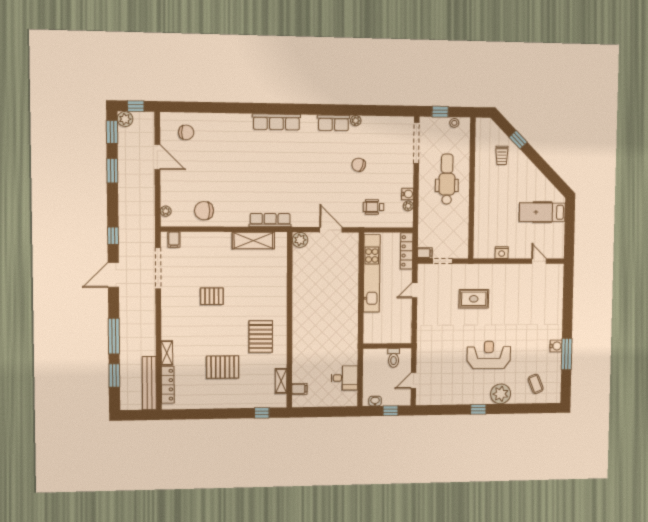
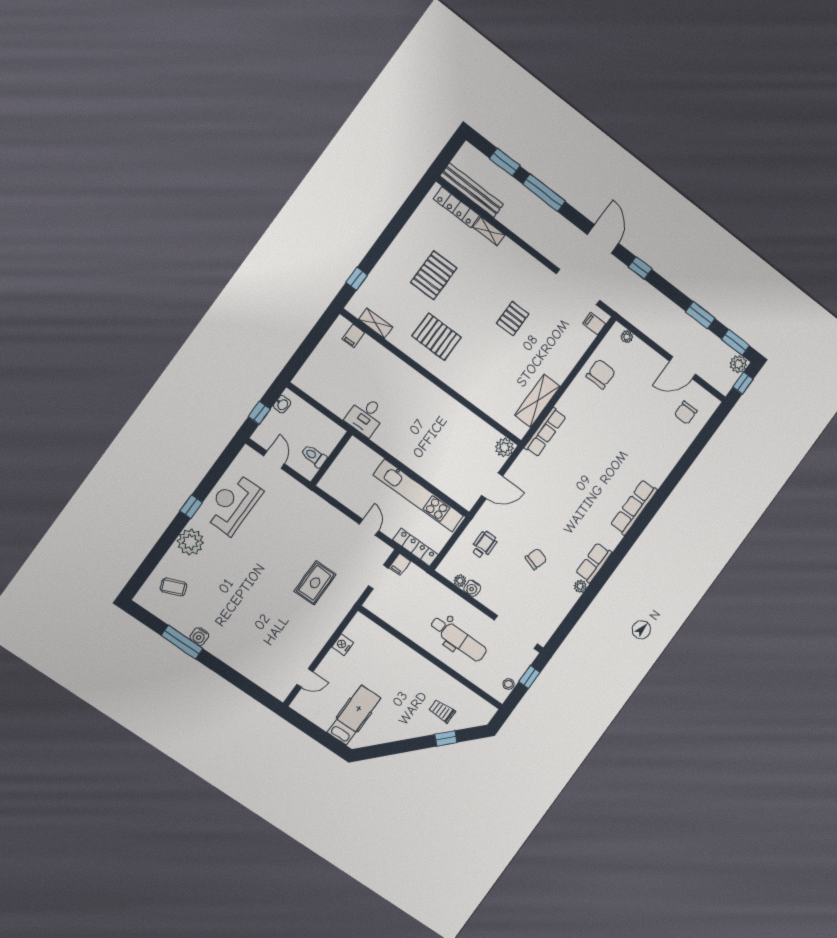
reception desk: (489, 355) -> (233, 504), moved, turned 180
desk: (345, 378) -> (366, 416), moved

